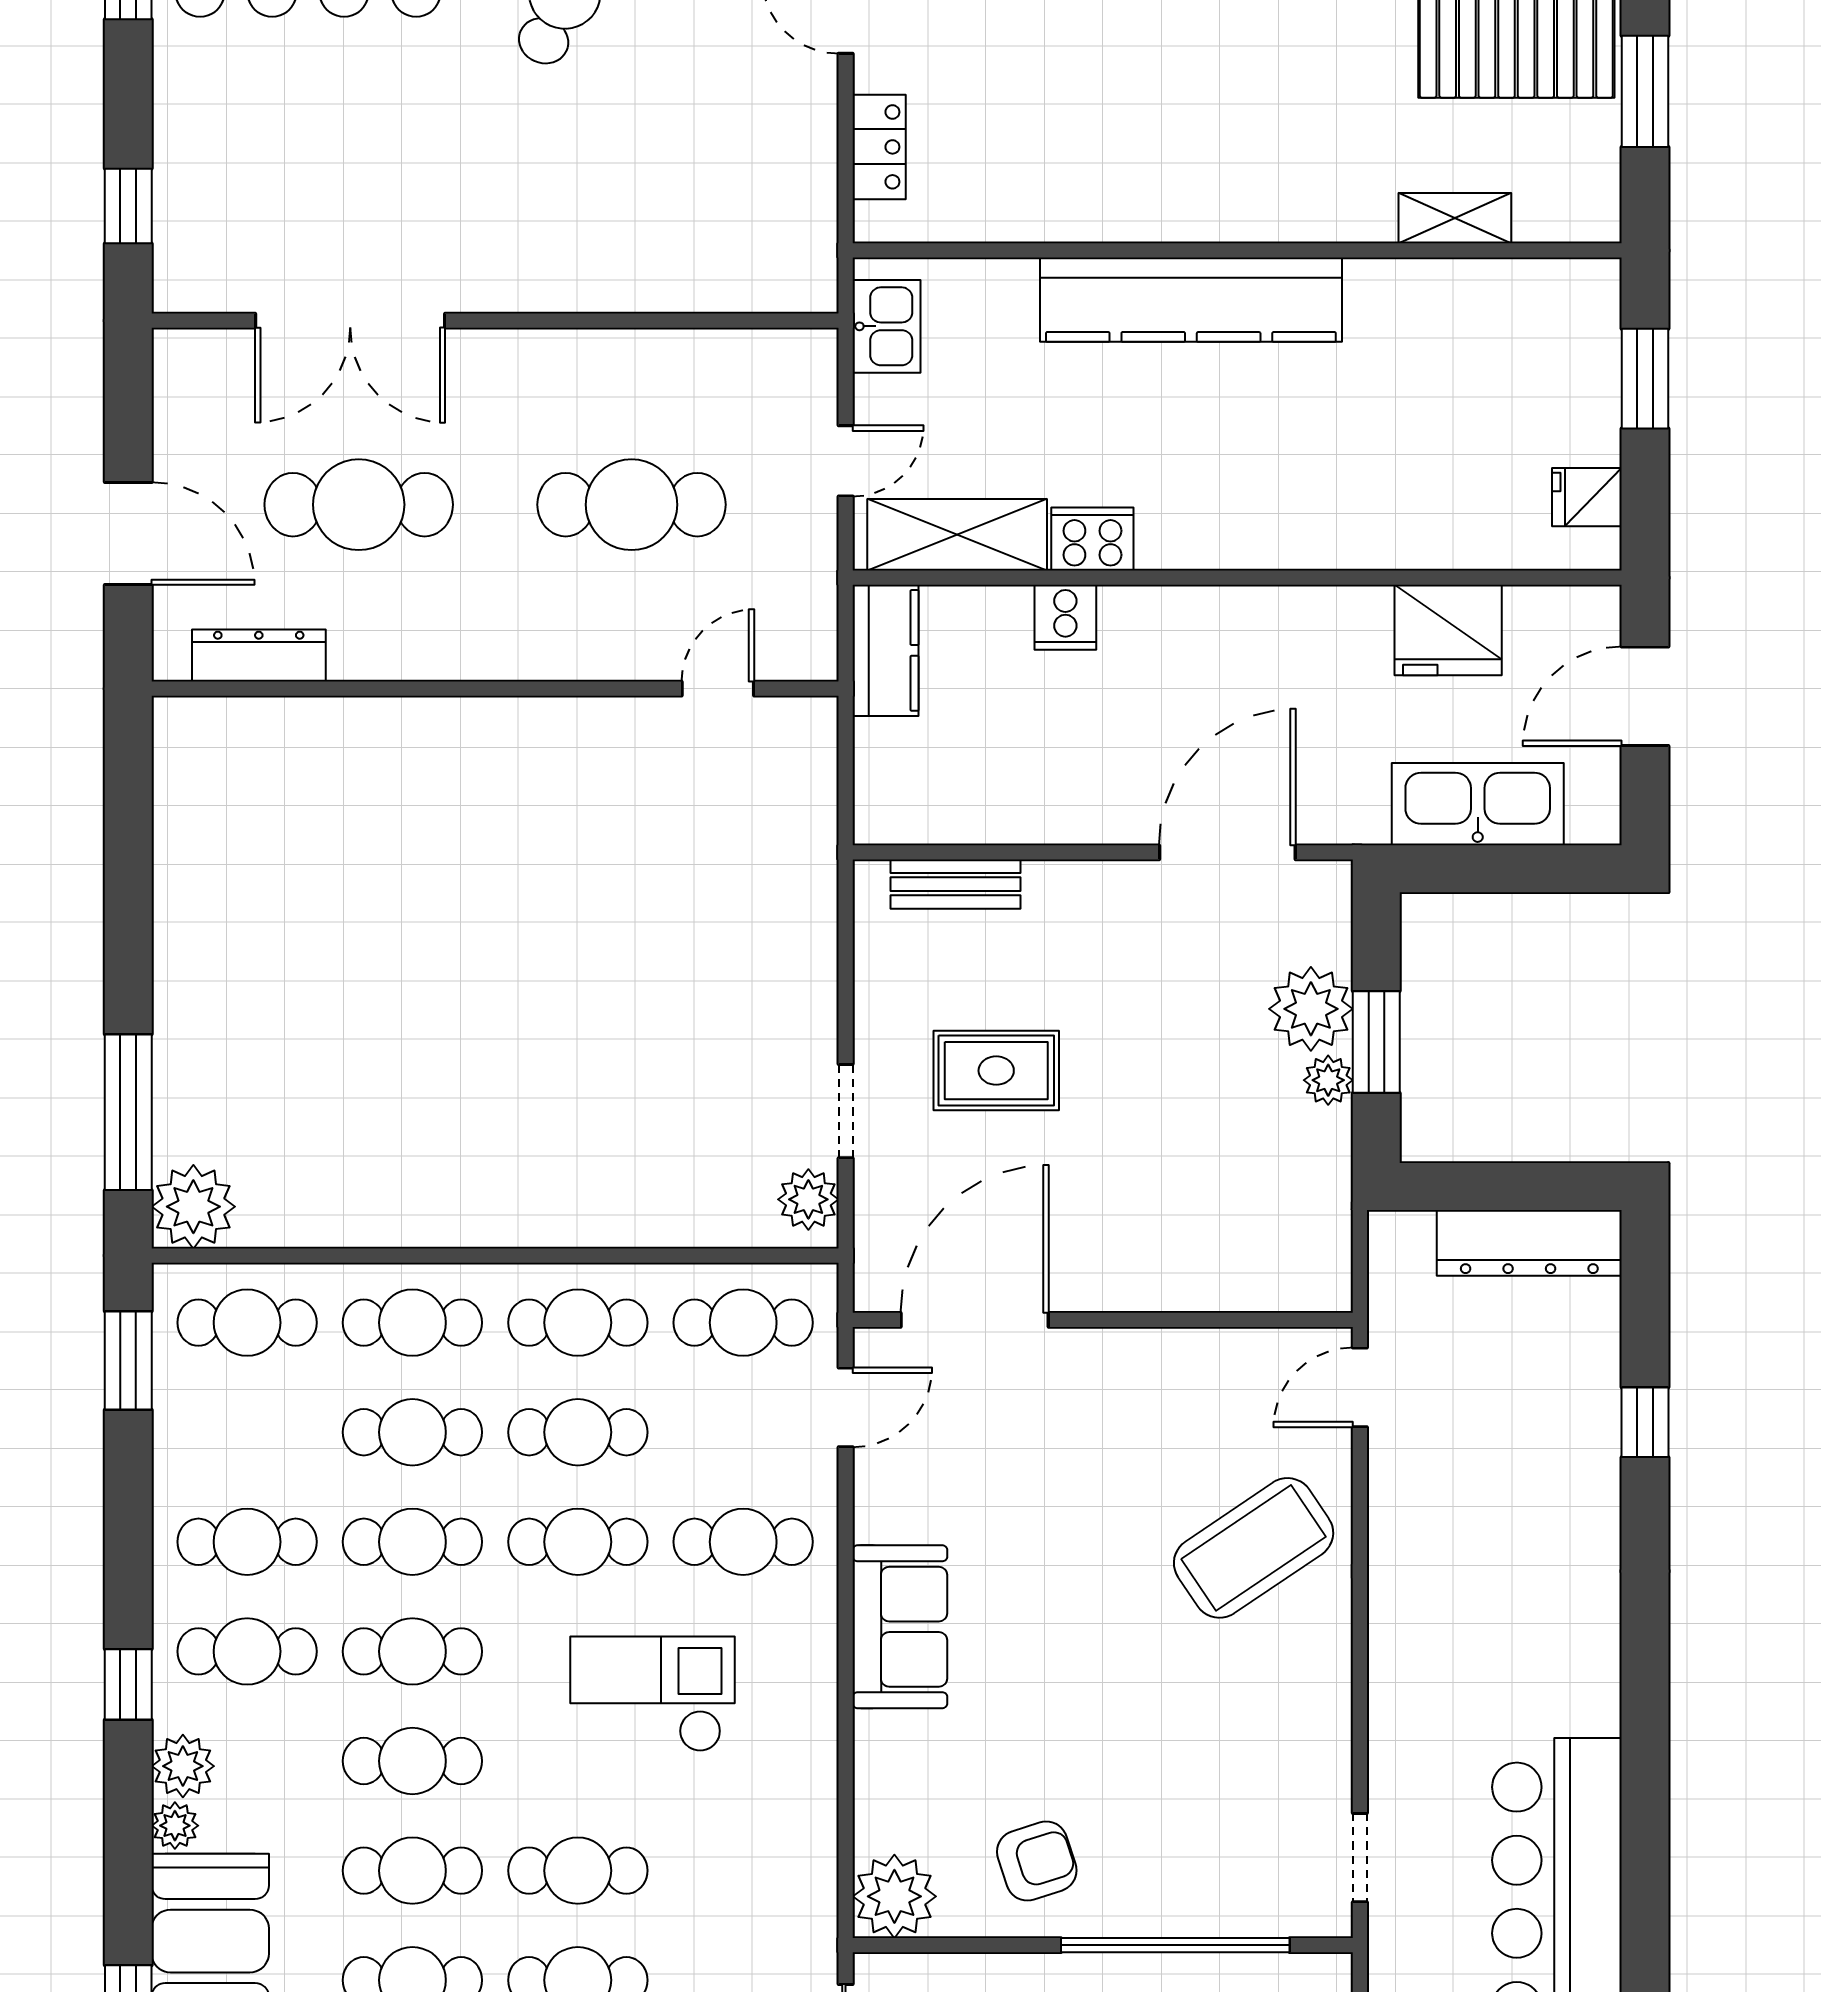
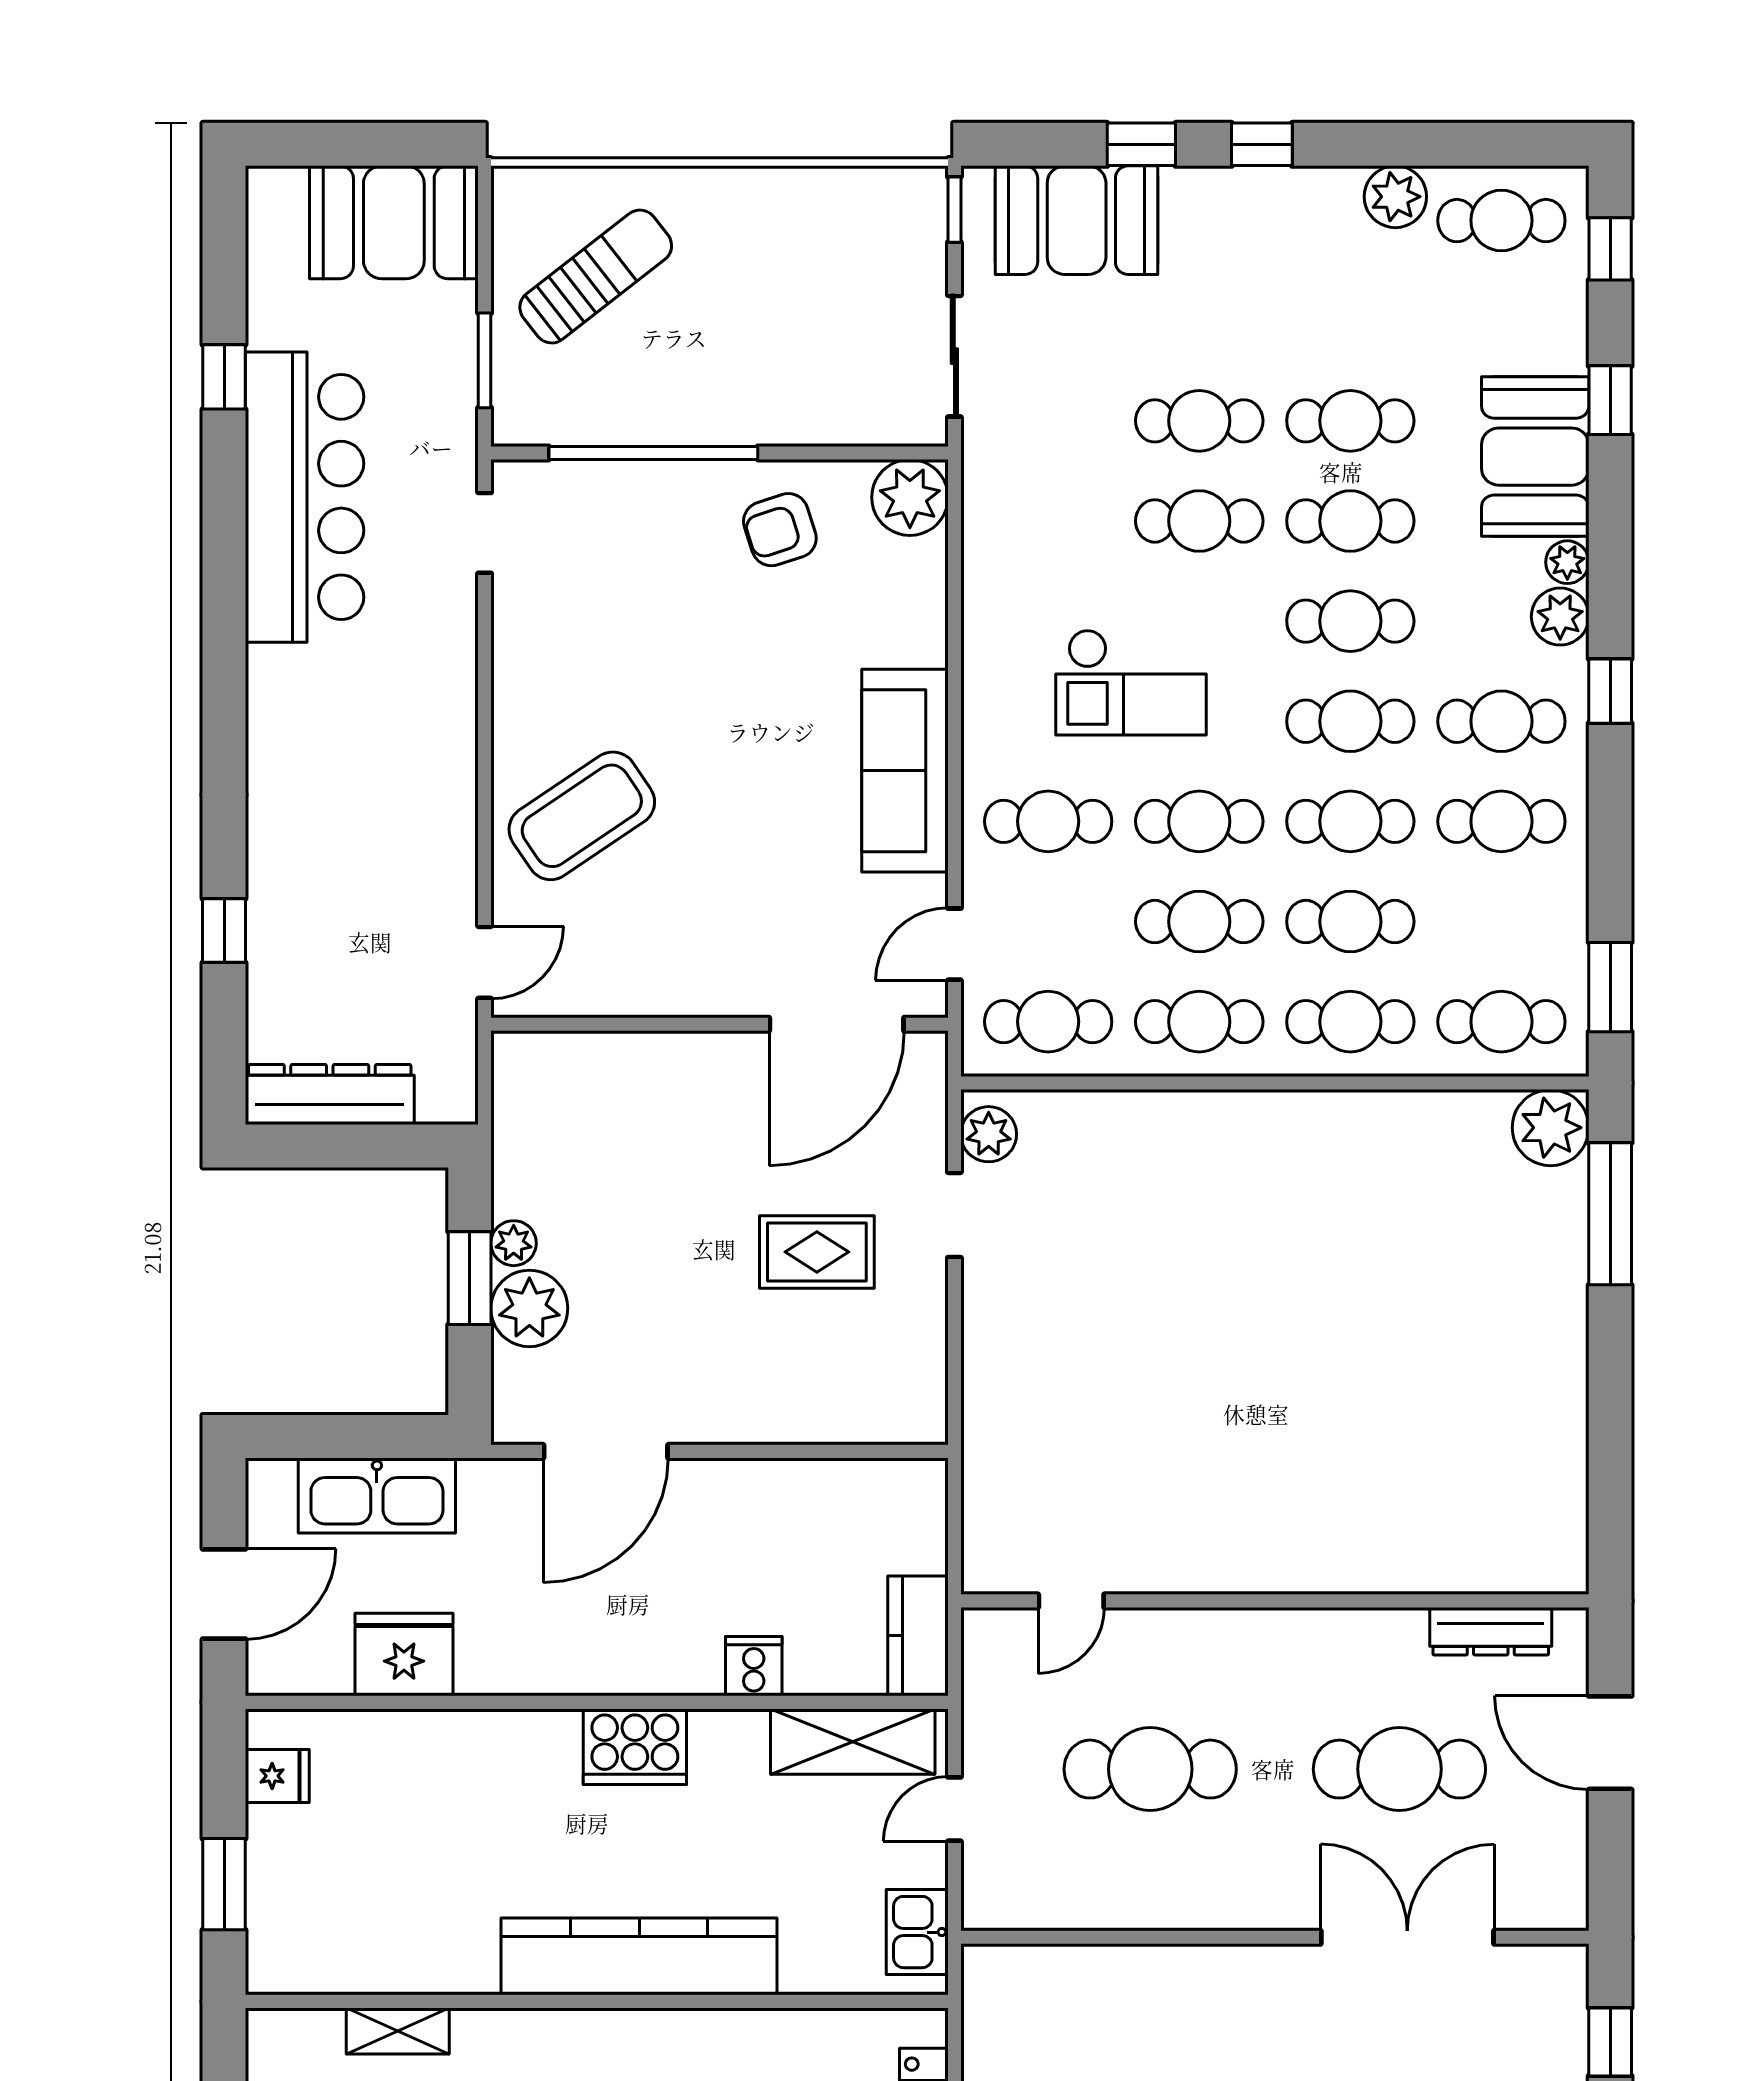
cooker: (1092, 539) -> (635, 1747), moved, width x1.37, depth x1.31
bench: (956, 884) -> (854, 1422), removed
sofa: (900, 1627) -> (905, 771), width x1.36

